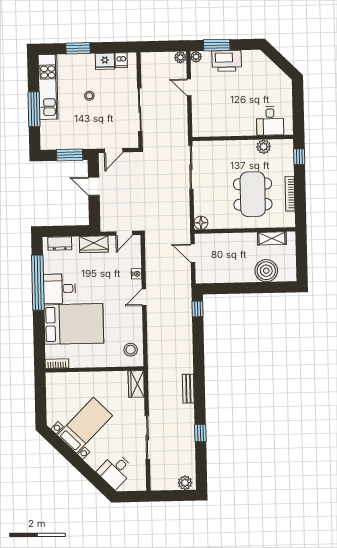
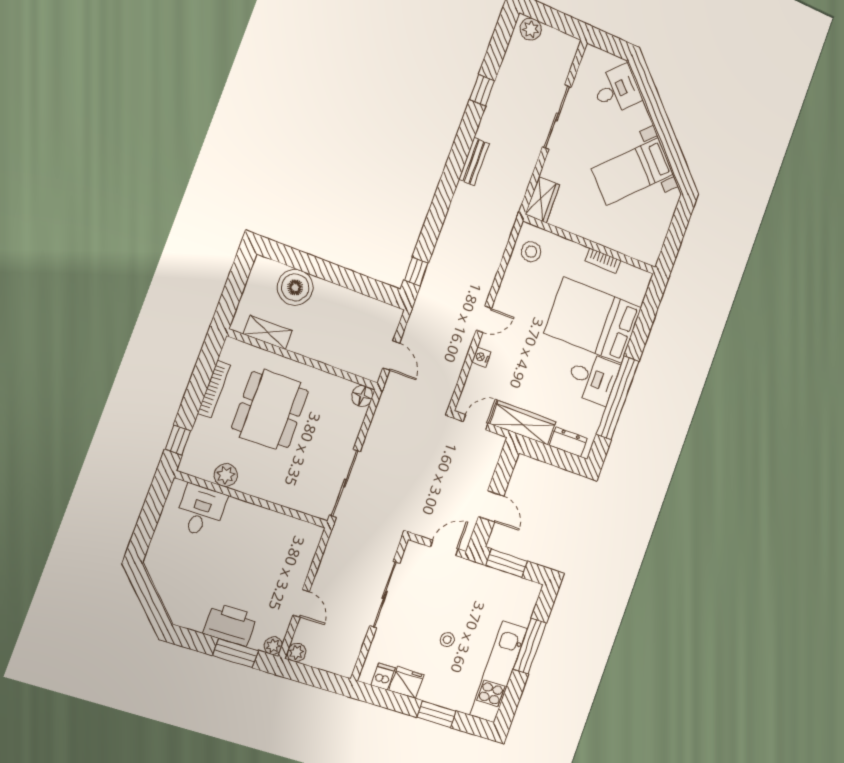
wardrobe: (94, 244) -> (523, 423), width x1.50
bookcase: (57, 364) -> (603, 261), moved

